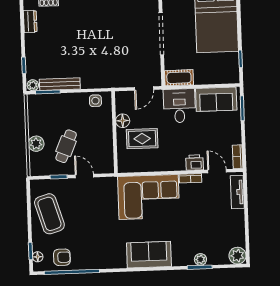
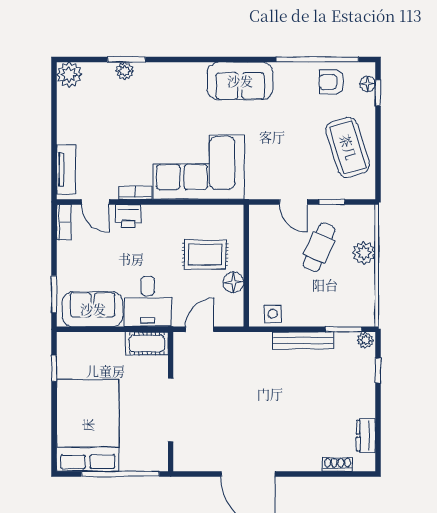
bench: (60, 84) -> (303, 340), moved
sofa: (149, 255) -> (240, 81), moved

